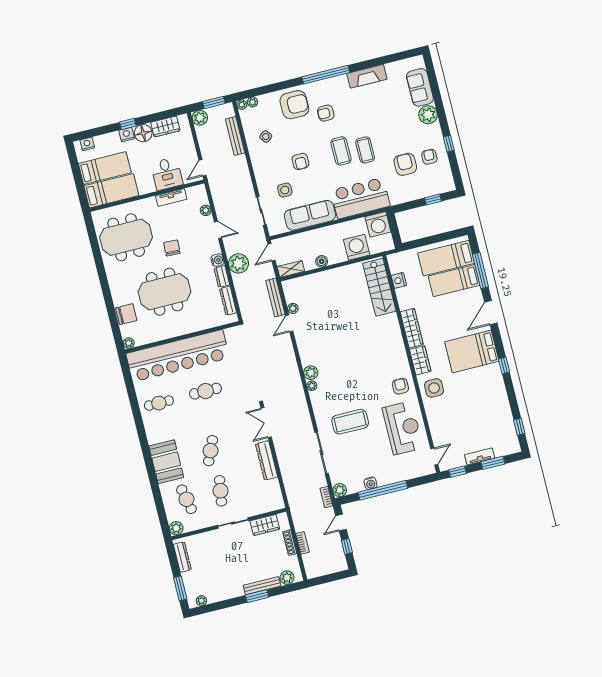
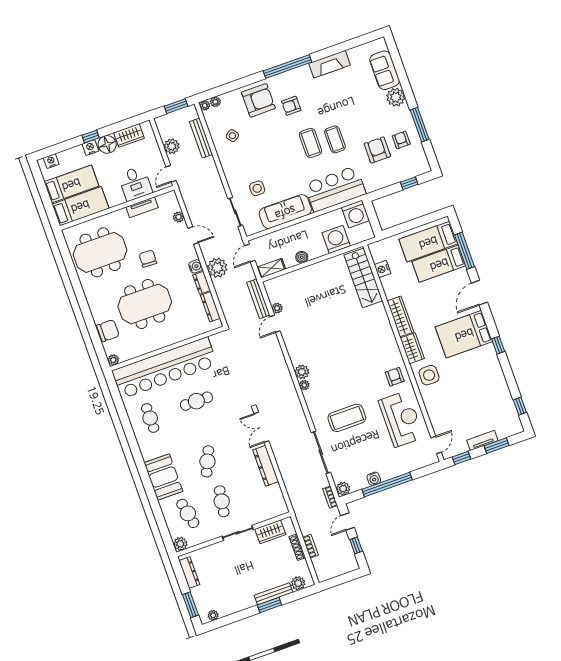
plant: (200, 118) -> (172, 146), moved
window: (449, 144) -> (420, 125), width x2.17
armchair: (300, 161) -> (270, 158), removed
cafe table: (159, 403) -> (150, 418), turned 90

